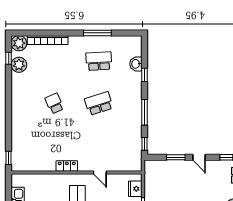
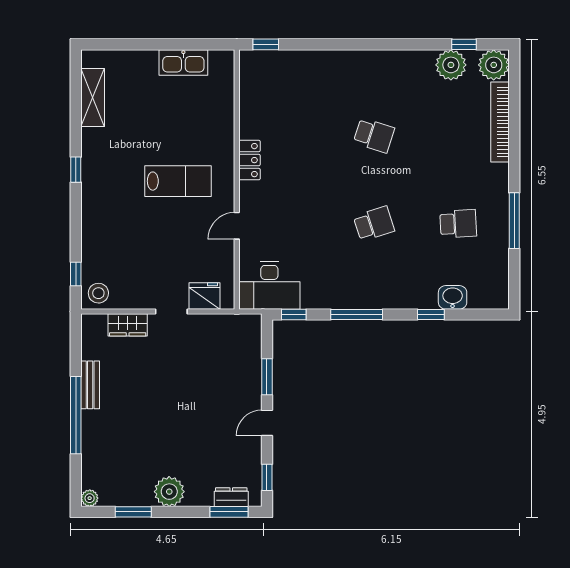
school desk: (99, 61) -> (458, 224), width x0.54
school desk: (54, 103) -> (374, 135), turned 42
school desk: (99, 103) -> (374, 224), width x0.54
desk: (130, 156) -> (269, 285), added

